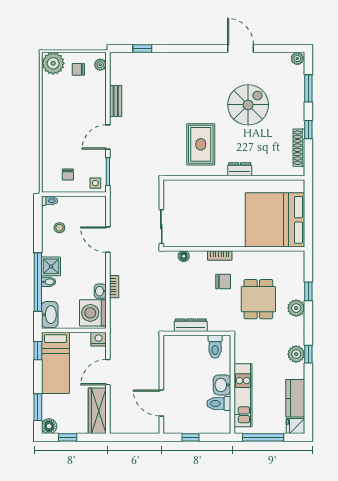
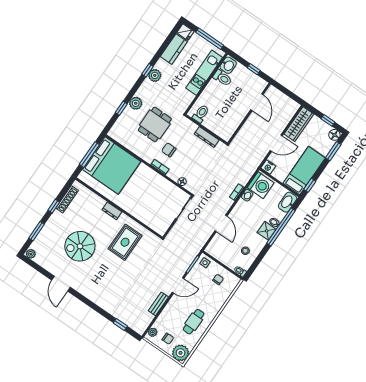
cafe table: (63, 108) -> (194, 322), added
window: (308, 215) -> (89, 155), added
washbasin: (222, 385) -> (228, 65), moved

